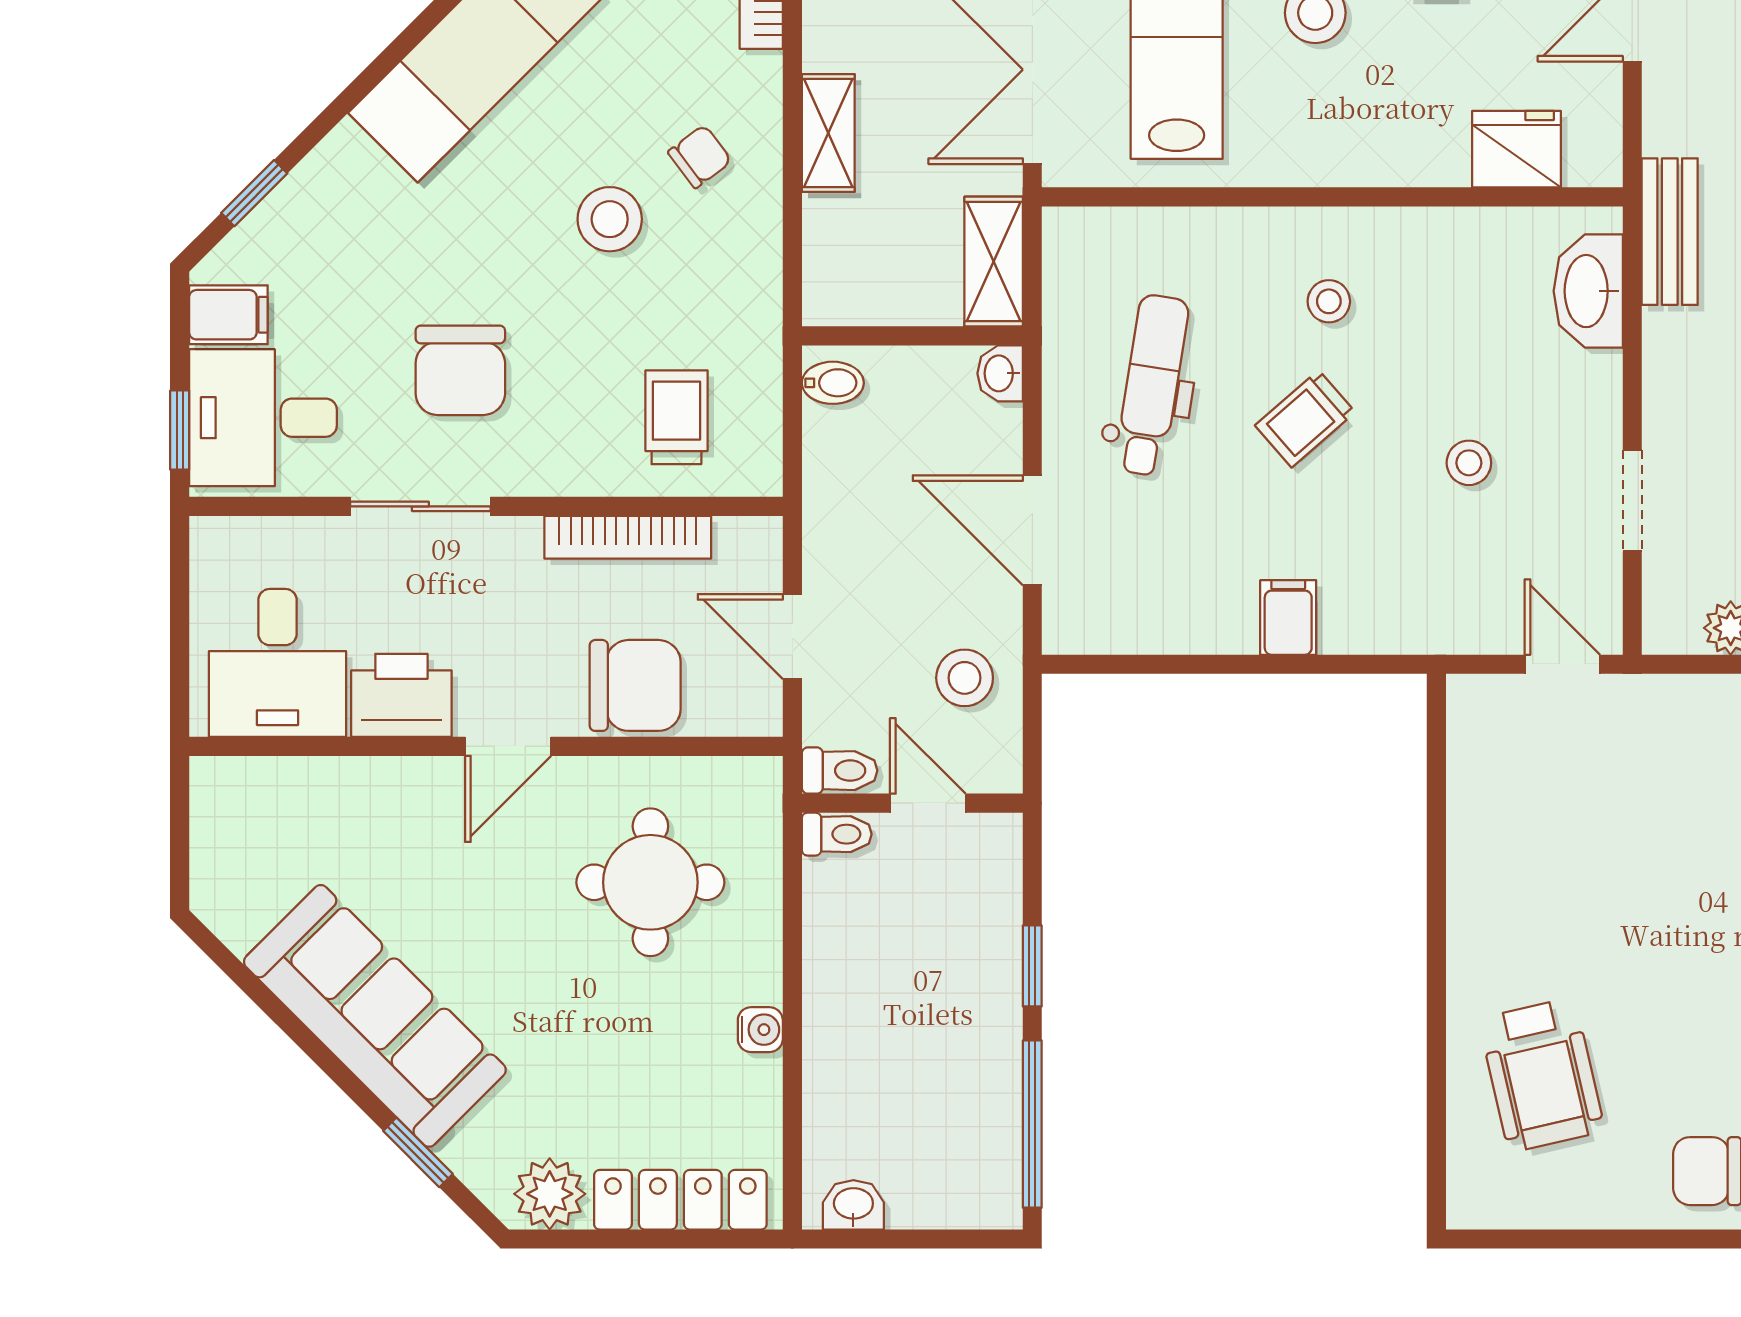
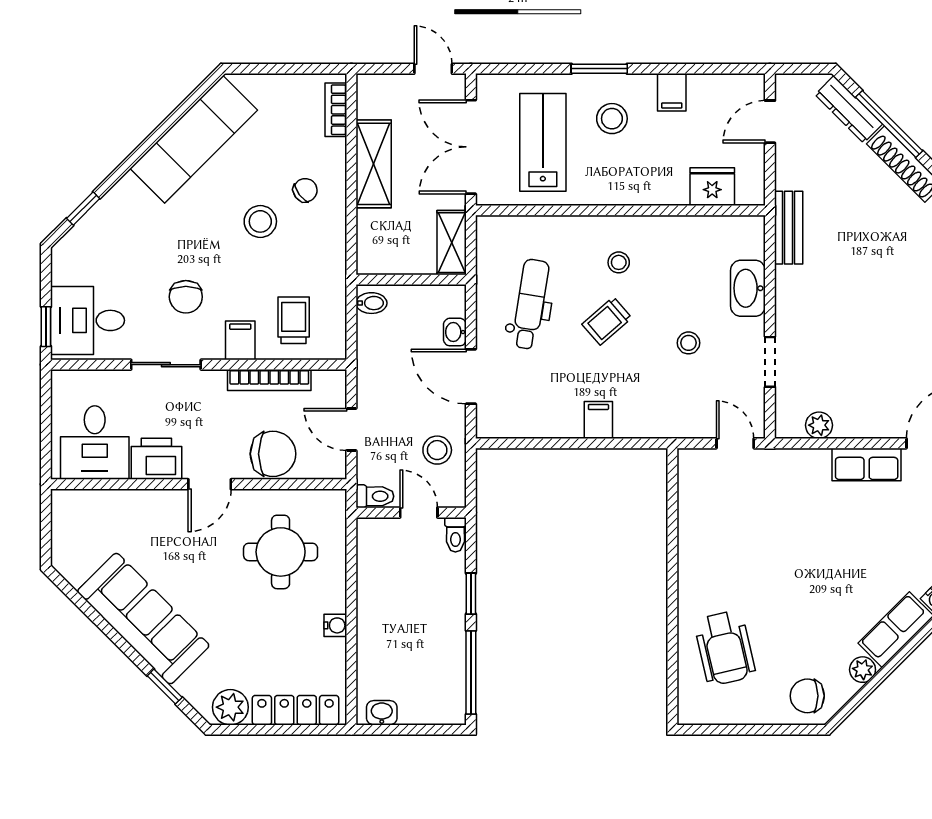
shelving: (828, 133) -> (374, 164), width x1.50, depth x1.33
washbasin: (1588, 291) -> (748, 288), moved
filing cabinet: (228, 315) -> (240, 340), moved, turned -90
chair: (460, 370) -> (186, 297), width x0.73, depth x0.73
washbasin: (1000, 373) -> (455, 332), moved
toilet: (837, 834) -> (455, 535), moved, turned 90

